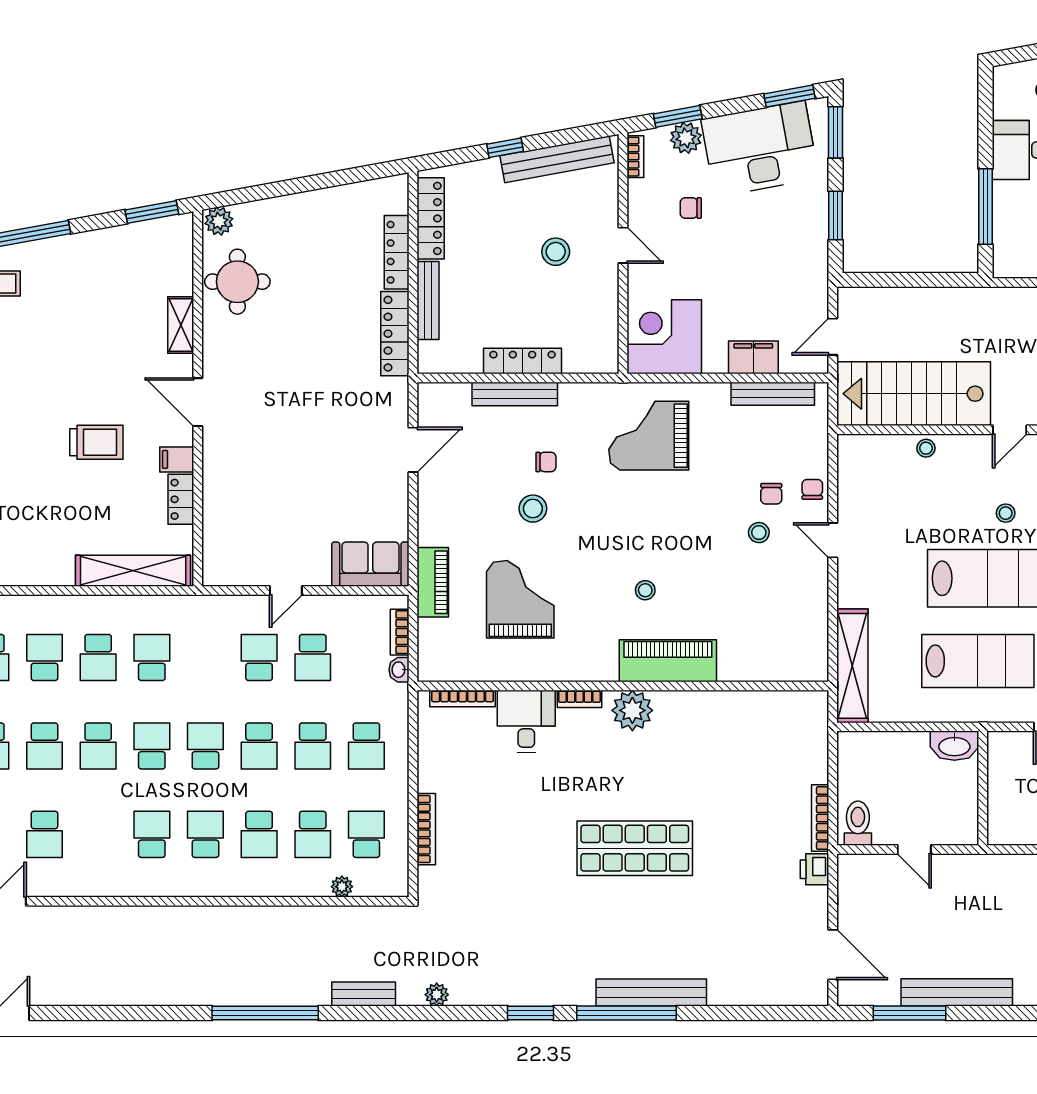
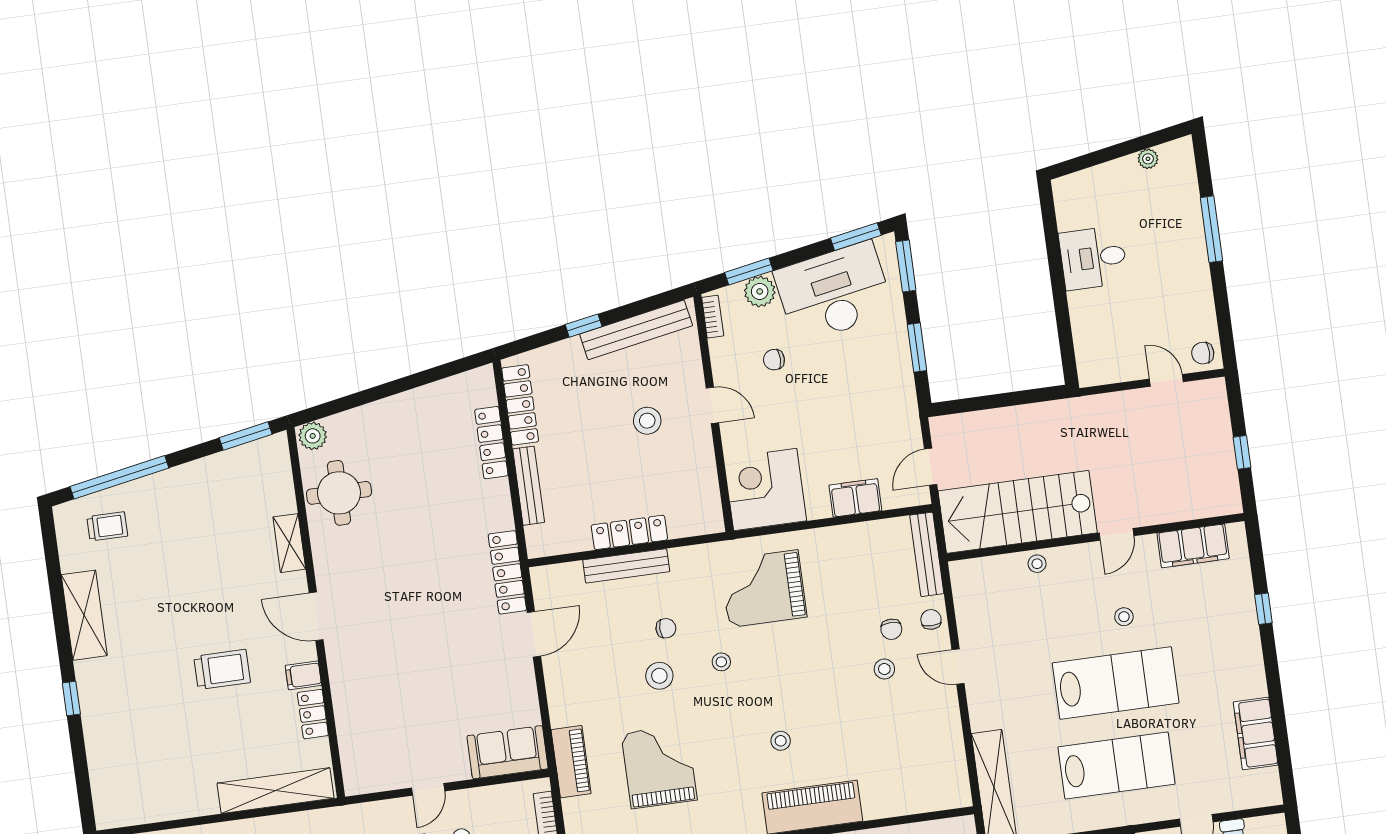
window: (985, 207) -> (1063, 319), removed
locker: (395, 334) -> (507, 572), moved
bench: (773, 394) -> (927, 554), moved, turned 90
stool: (597, 503) -> (721, 662), added

